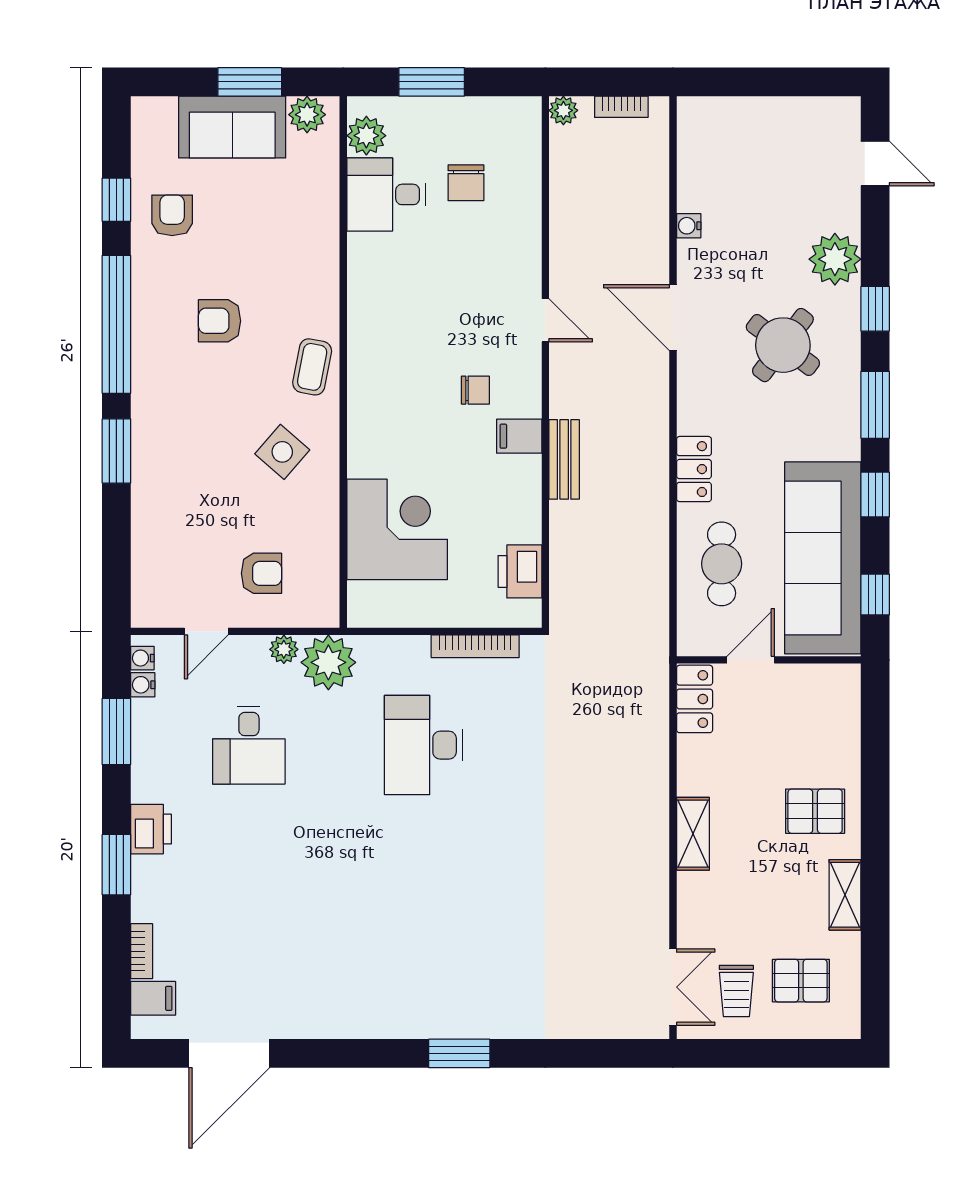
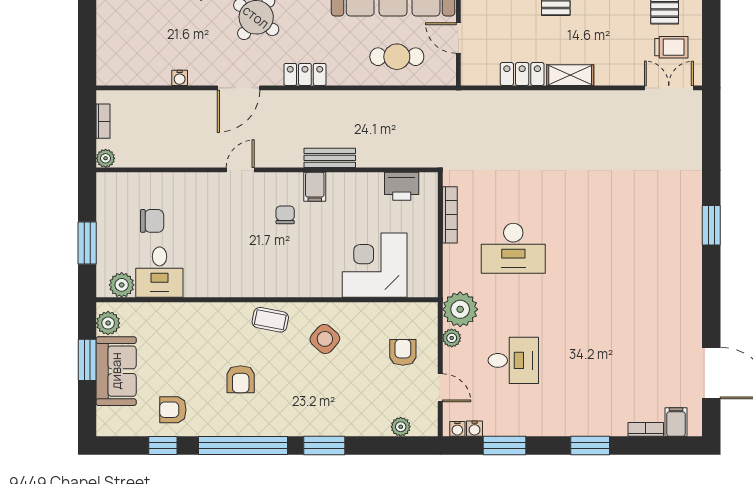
locker: (694, 469) -> (305, 74), moved
plant: (146, 570) -> (401, 427), added
locker: (695, 699) -> (522, 74), moved
printer: (151, 829) -> (567, 423), removed

